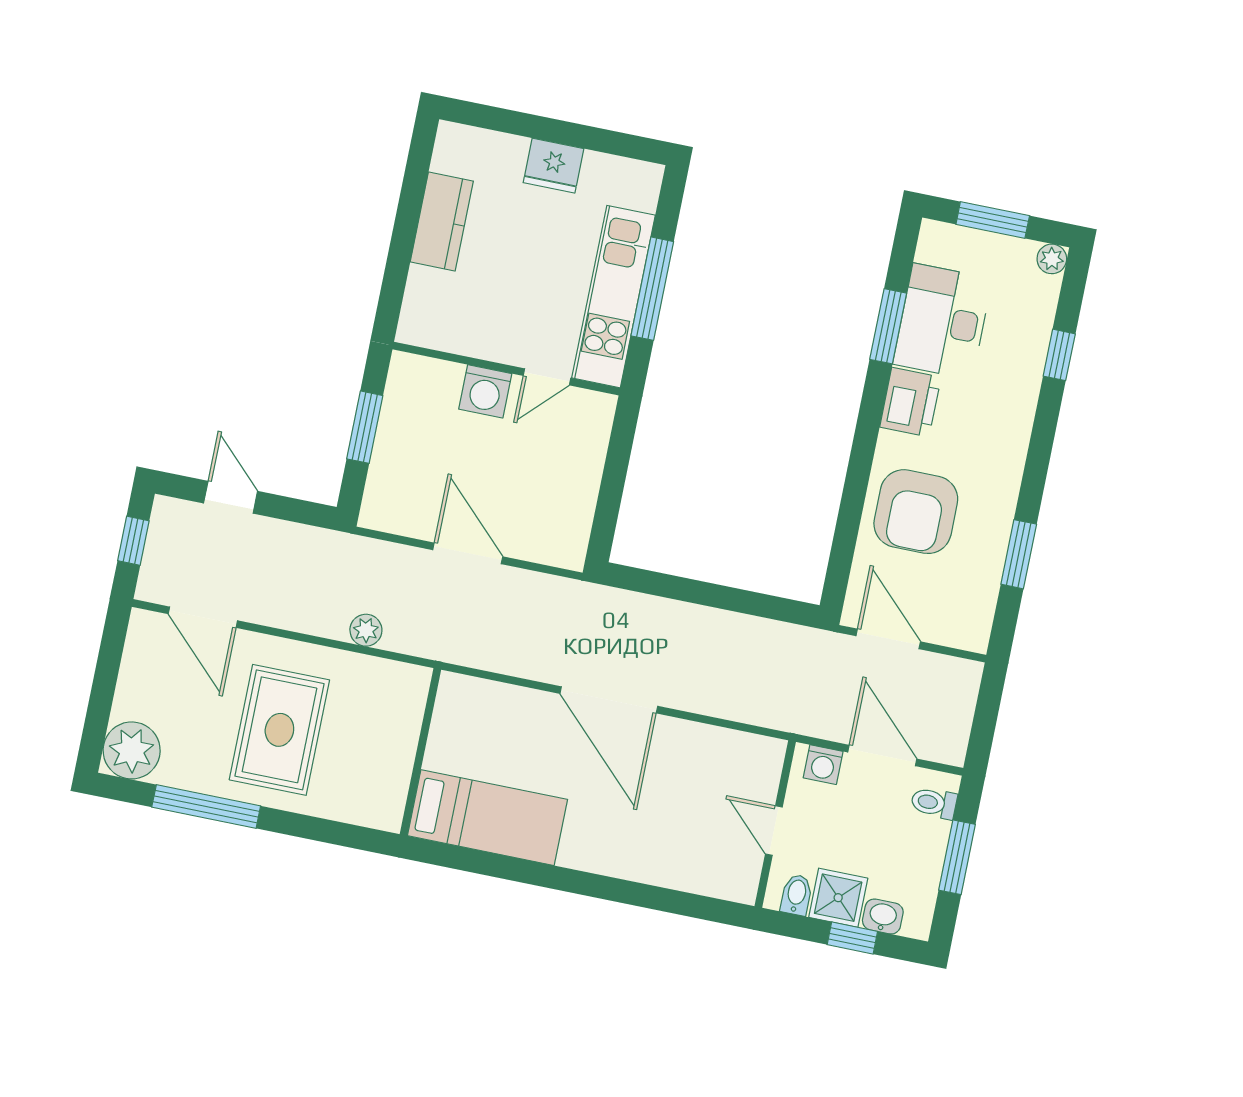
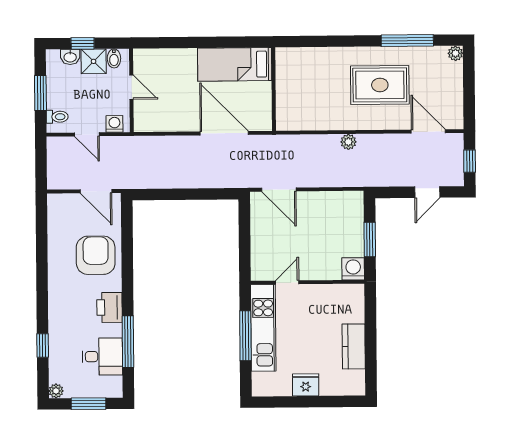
desk: (943, 321) -> (102, 357), width x0.73
window: (888, 326) -> (128, 342), width x1.44
washing machine: (485, 391) -> (353, 269), moved
door: (231, 497) -> (427, 192), hinge flipped
door: (468, 553) -> (279, 190), moved
window: (1019, 554) -> (42, 245), removed
rug: (279, 730) -> (380, 85), turned 90
plant: (132, 750) -> (455, 53), width x0.53, depth x0.53
wall: (420, 752) -> (274, 89), moved
door: (882, 755) -> (87, 134), width x0.73
bed: (487, 818) -> (235, 64), moved

